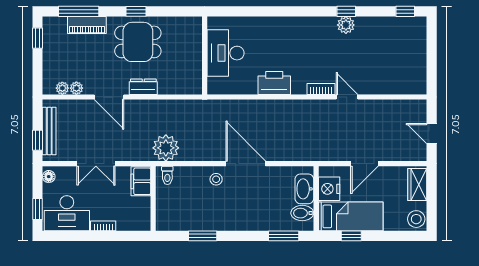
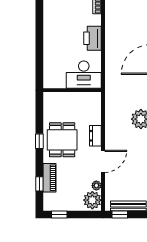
window: (79, 11) -> (39, 184), width x0.46
desk: (226, 53) -> (84, 75), moved
plant: (62, 88) -> (92, 200), width x1.87, depth x1.87
window: (37, 140) -> (120, 215), moved

